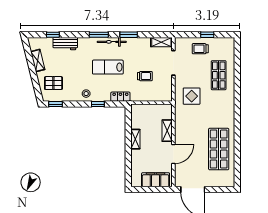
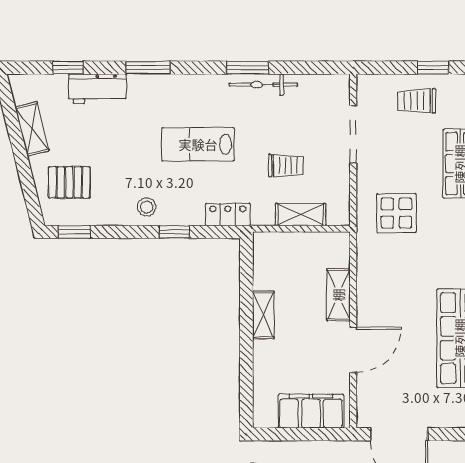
window: (99, 35) -> (148, 68), moved
bicycle: (112, 42) -> (263, 85), moved
shelving: (161, 42) -> (301, 215), moved

